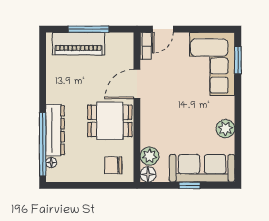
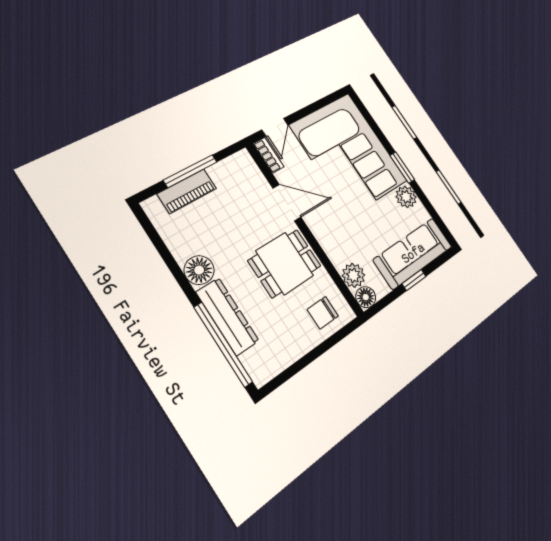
piano: (78, 44) -> (187, 191), width x0.73, depth x0.75
window: (238, 60) -> (402, 168), moved
corner sofa: (212, 64) -> (349, 153), width x1.36, depth x1.36
door: (137, 84) -> (287, 203), swing flipped
floor lamp: (51, 162) -> (199, 270), moved, width x1.89, depth x1.89

